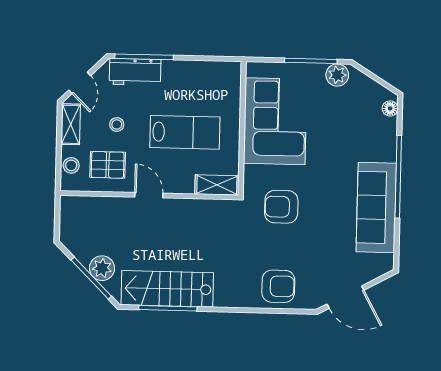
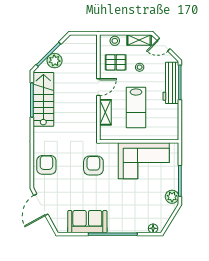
workbench: (135, 72) -> (171, 83), width x1.38
pallet: (108, 165) -> (116, 62), turned 90
shelving: (217, 185) -> (105, 112), moved
sofa: (376, 207) -> (87, 222), width x0.73
armchair: (278, 286) -> (46, 165), turned 180

